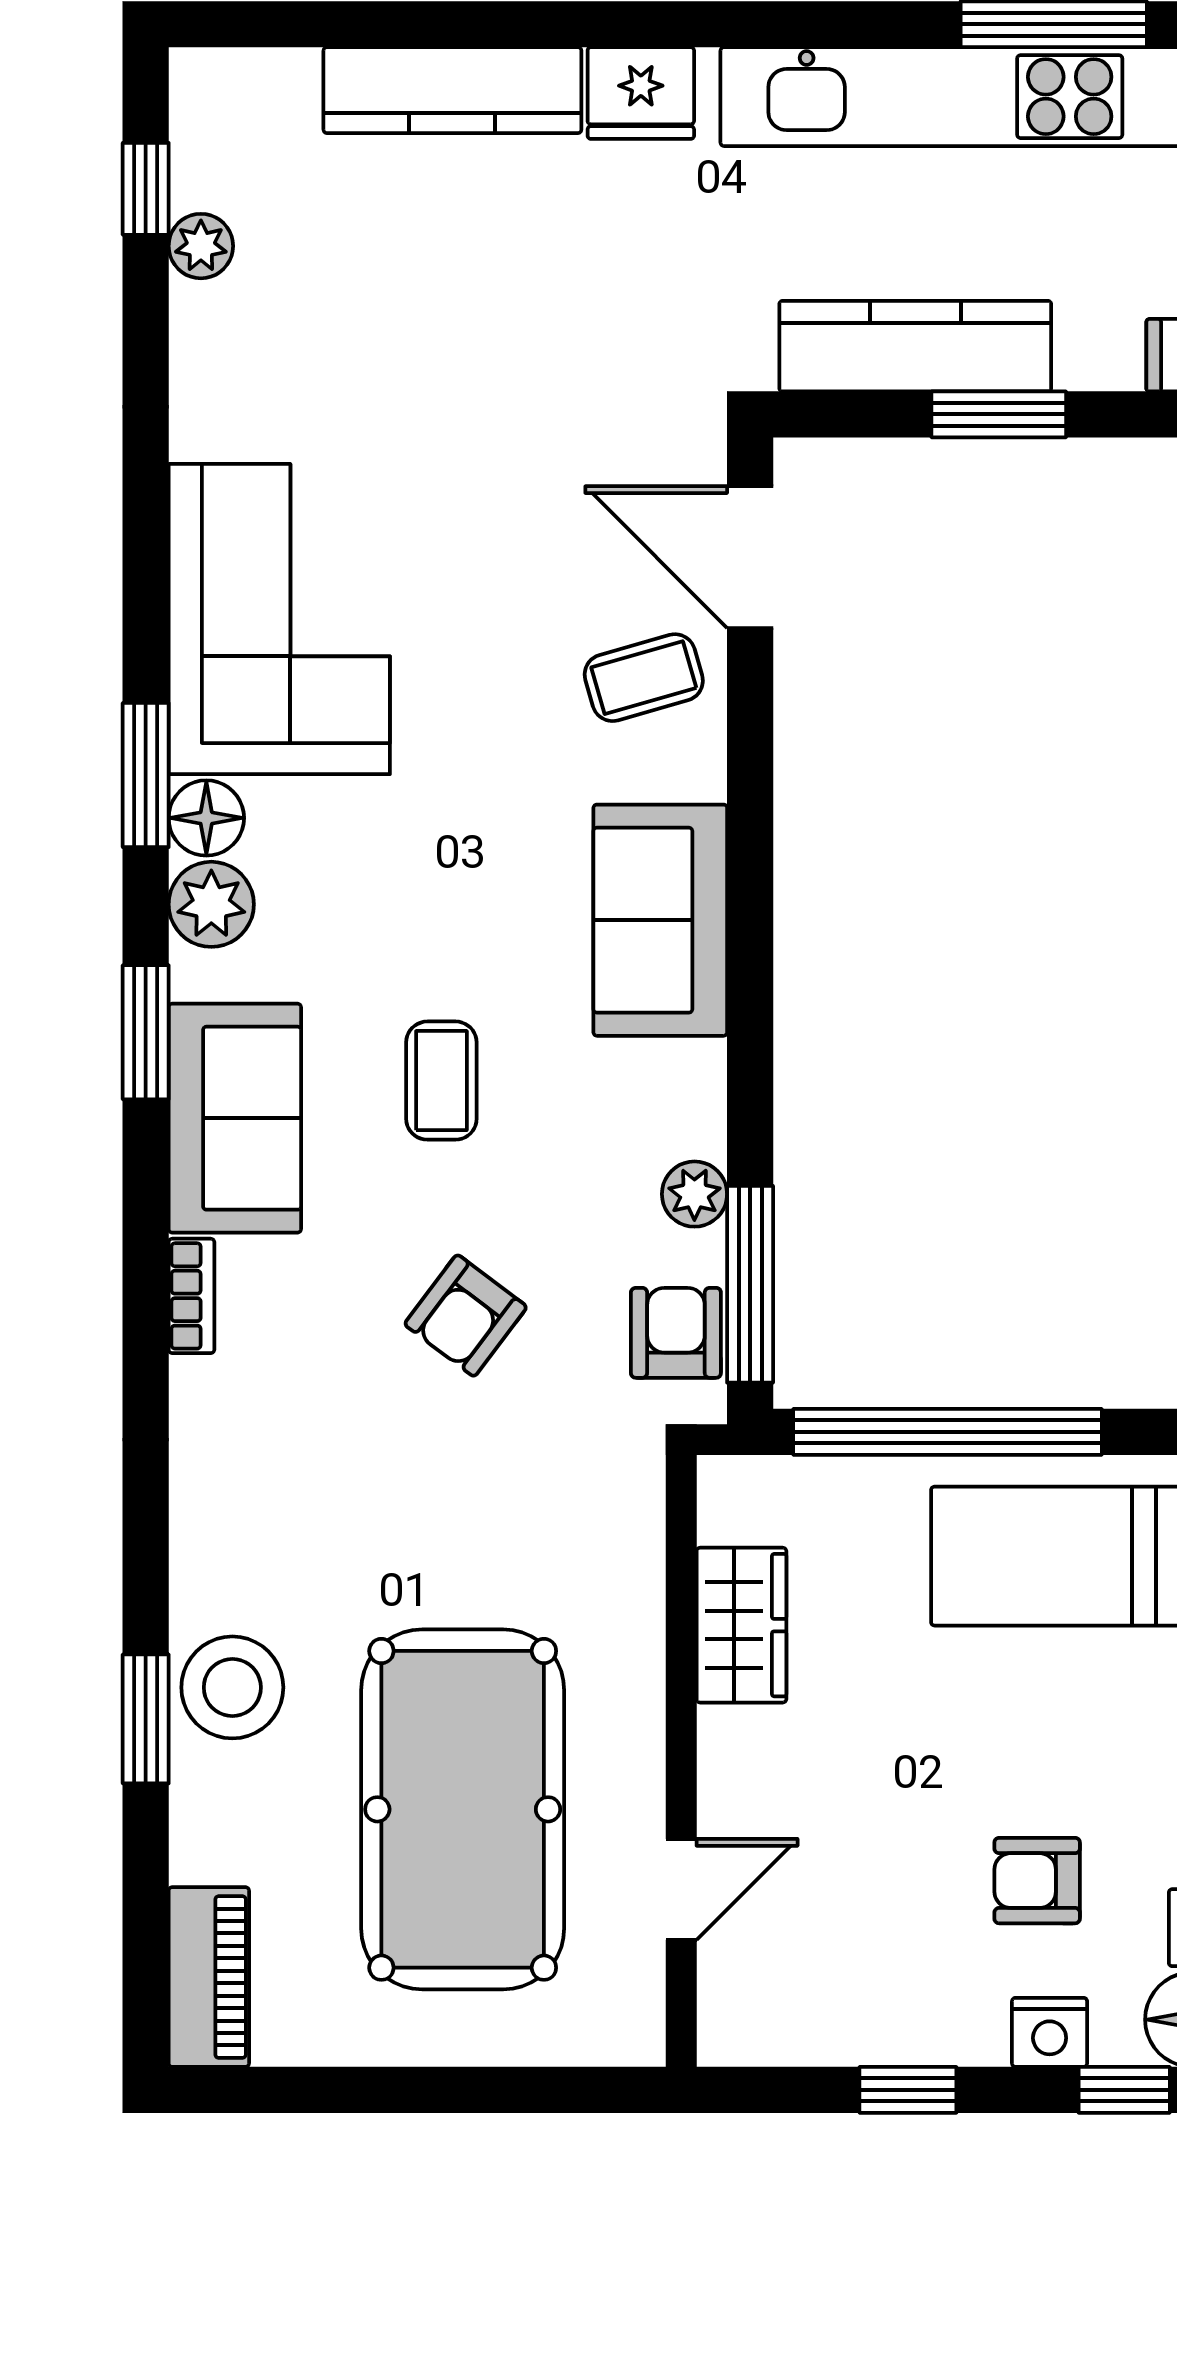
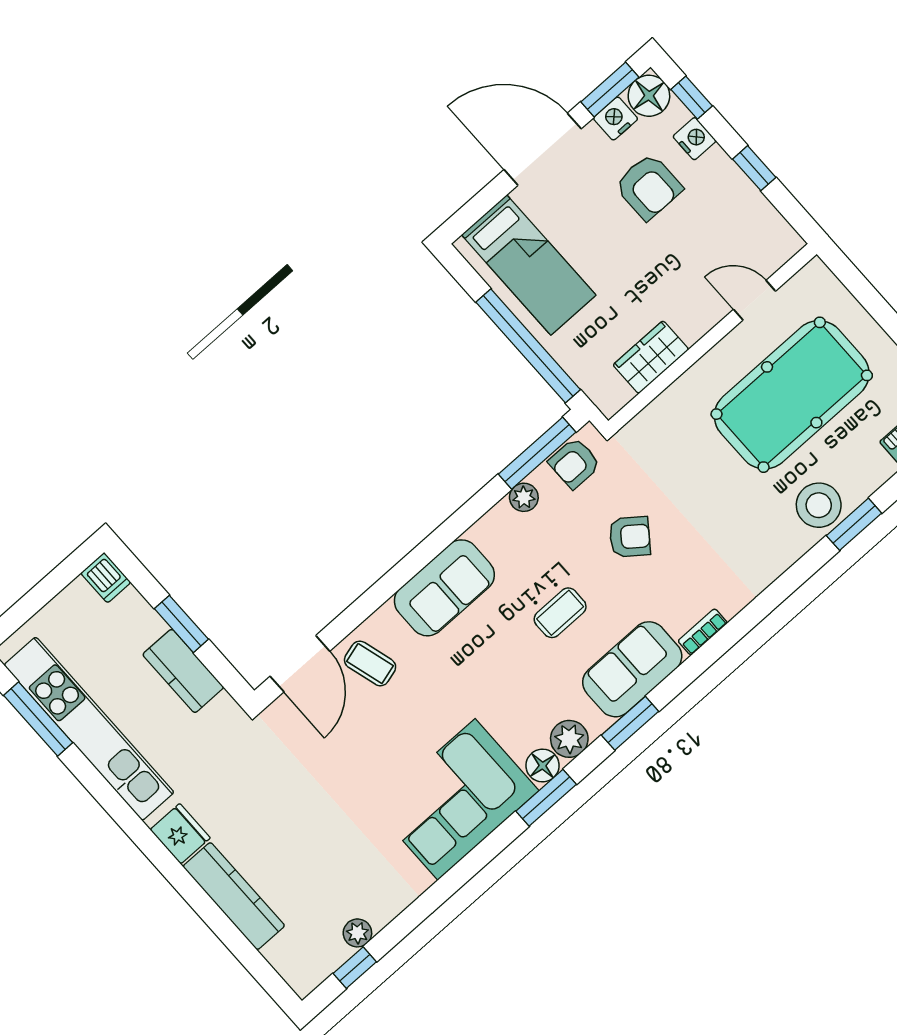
kitchen counter: (915, 346) -> (183, 671), width x0.67
armchair: (1037, 1881) -> (649, 187), width x1.38, depth x1.38

